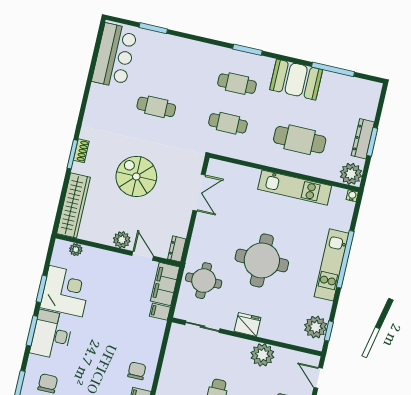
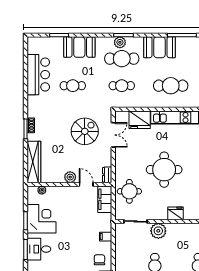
booth: (179, 52) -> (79, 47), added
bar counter: (115, 56) -> (38, 75), moved
plant: (240, 59) -> (120, 42), added
cafe table: (237, 84) -> (122, 59), width x1.37, depth x1.35
spiral stairs: (136, 176) -> (85, 131), moved, turned 90
fridge: (243, 179) -> (140, 120), added
filing cabinet: (160, 312) -> (106, 237), moved
fridge: (248, 324) -> (175, 213), moved
desk: (52, 335) -> (39, 249), width x0.73
plant: (262, 355) -> (158, 231), moved

